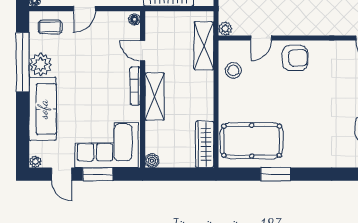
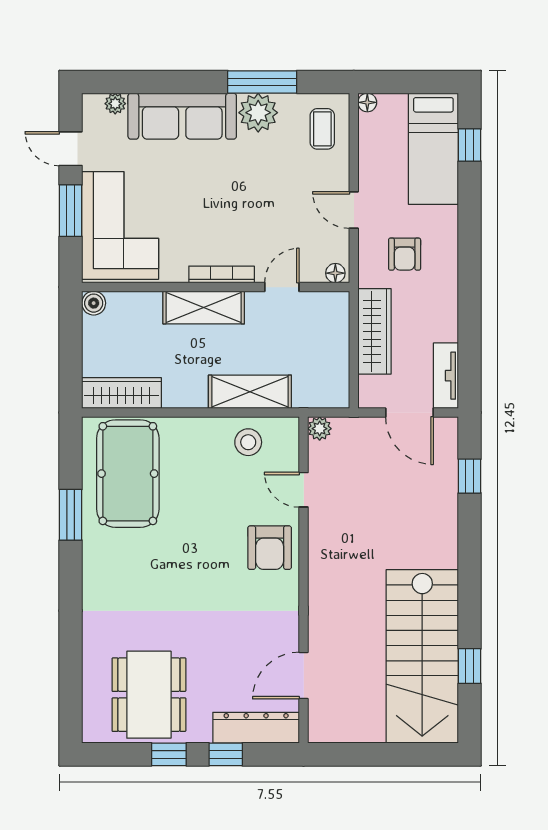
door: (84, 9) -> (354, 210), moved
shelving: (204, 46) -> (250, 392), moved
window: (23, 62) -> (262, 82), width x0.68
plant: (35, 162) -> (115, 104), moved
door: (62, 174) -> (71, 149), hinge flipped

